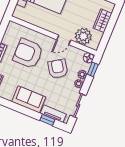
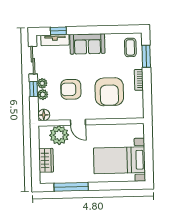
door: (64, 40) -> (78, 122), swing flipped
armchair: (28, 53) -> (109, 92), turned 90
armchair: (58, 69) -> (71, 89), turned 123
window: (93, 69) -> (34, 89), moved

